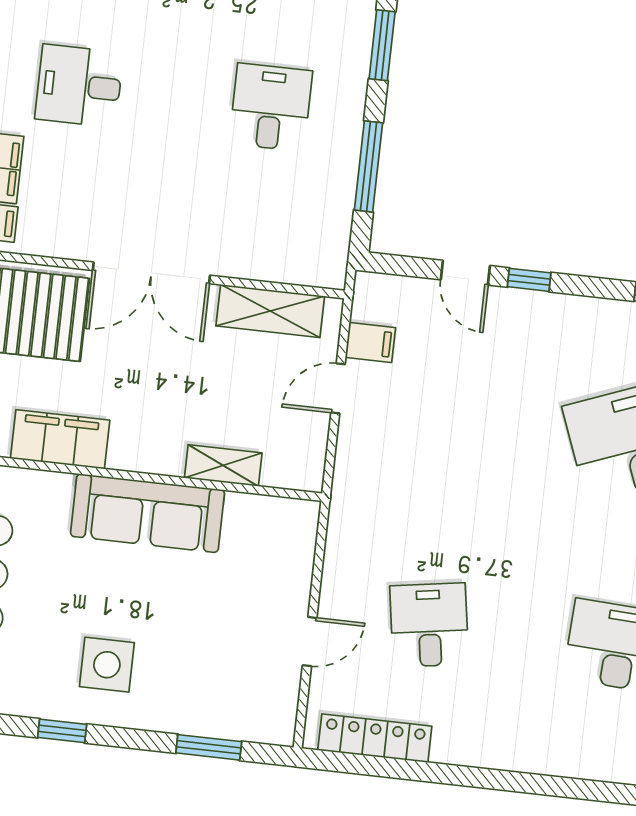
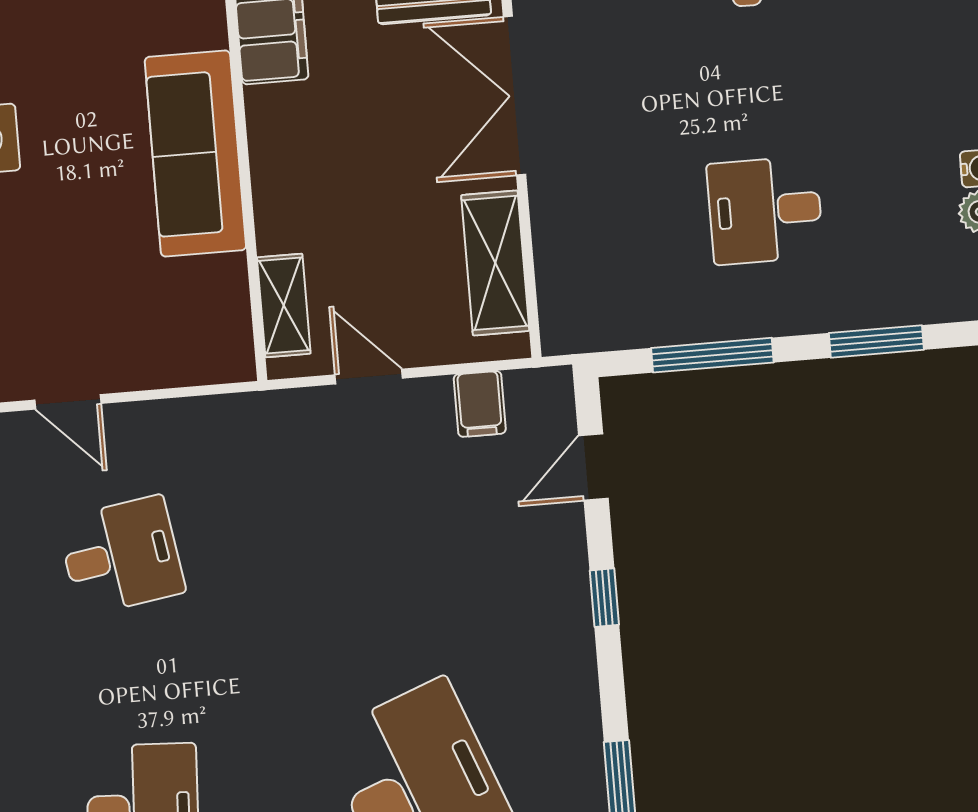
desk: (271, 107) -> (765, 210), turned 180
door: (465, 273) -> (593, 467), moved
door: (338, 388) -> (369, 377), moved
shelving: (223, 465) -> (284, 306), moved

